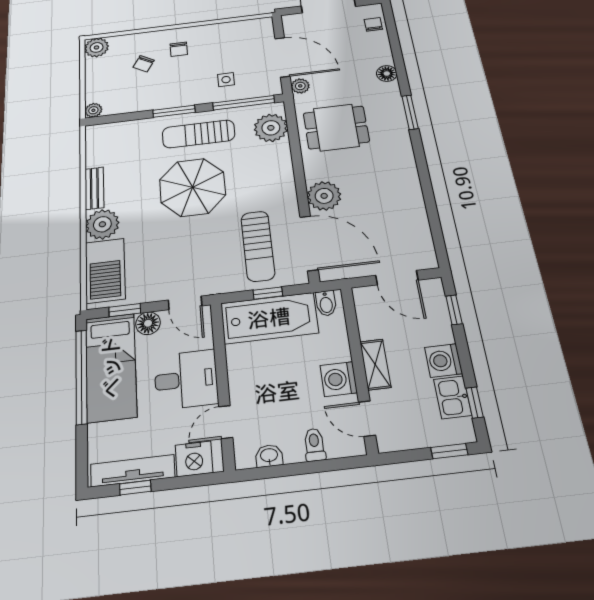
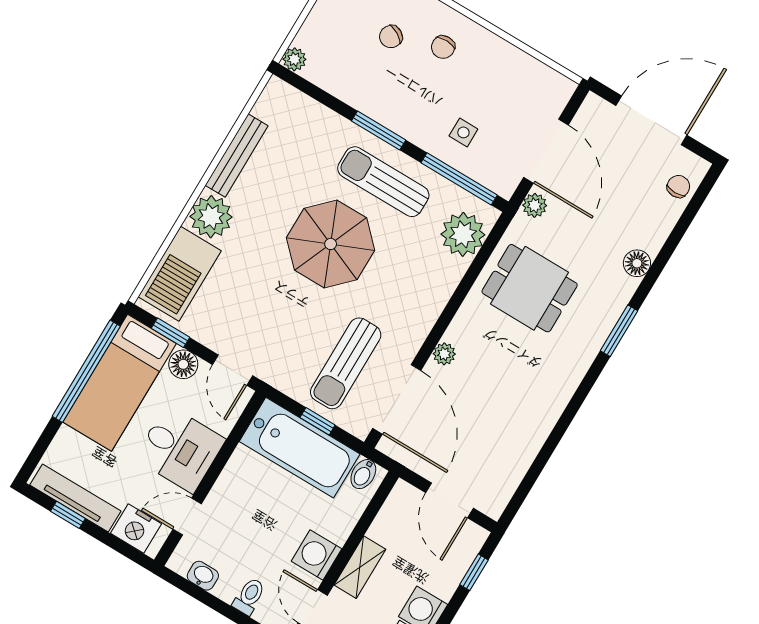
bench: (94, 188) -> (237, 156), width x1.36
plant: (324, 196) -> (444, 354), width x0.53, depth x0.53

